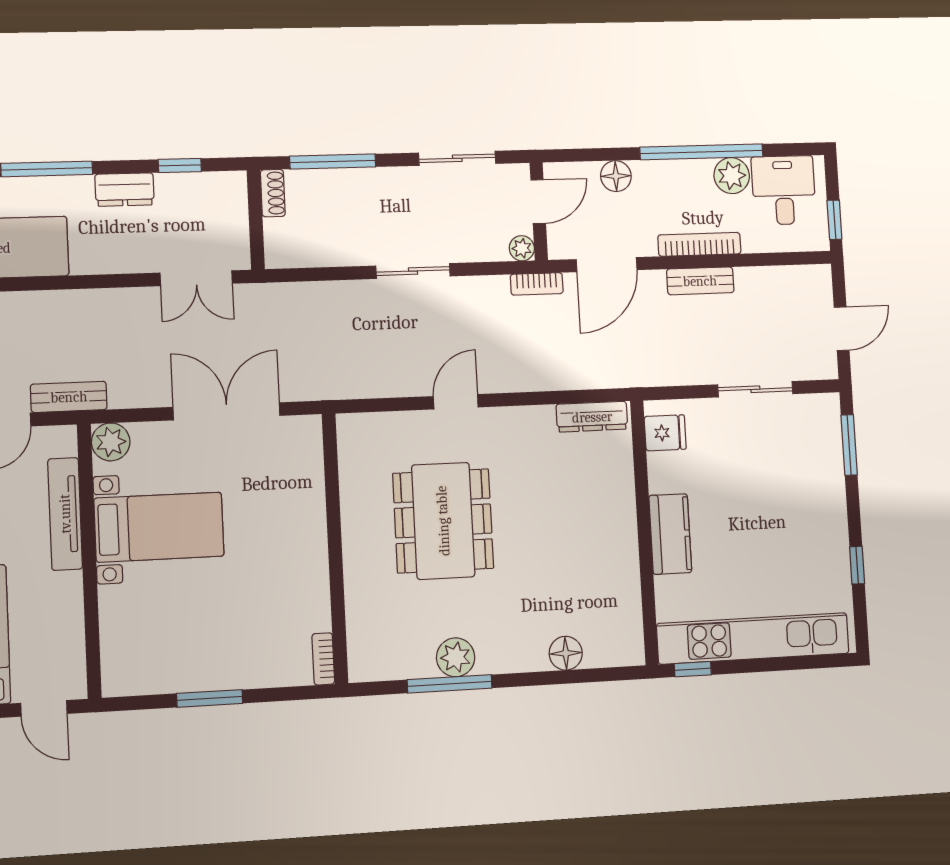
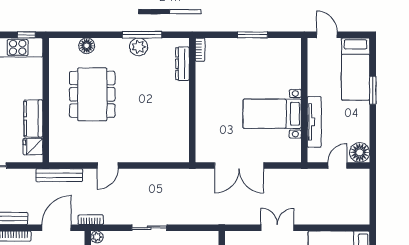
double door: (196, 278) -> (277, 228), moved
bench: (69, 397) -> (59, 175), moved, width x1.36
door: (456, 402) -> (108, 166), moved
dresser: (592, 417) -> (182, 64), moved, turned -90
plant: (111, 442) -> (292, 154), removed
dining table: (443, 521) -> (92, 94), moved
kitchen counter: (670, 534) -> (33, 119), moved

